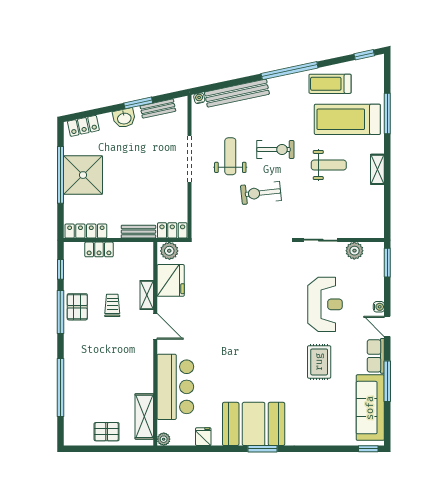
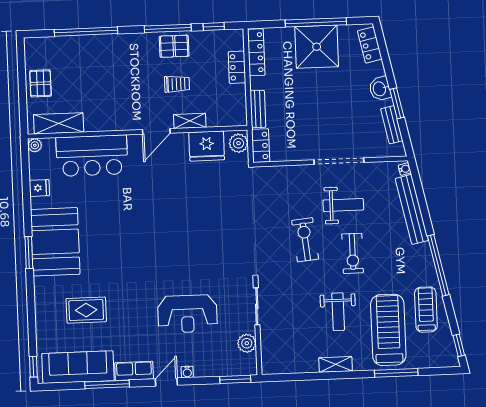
rug: (319, 362) -> (86, 310), moved

